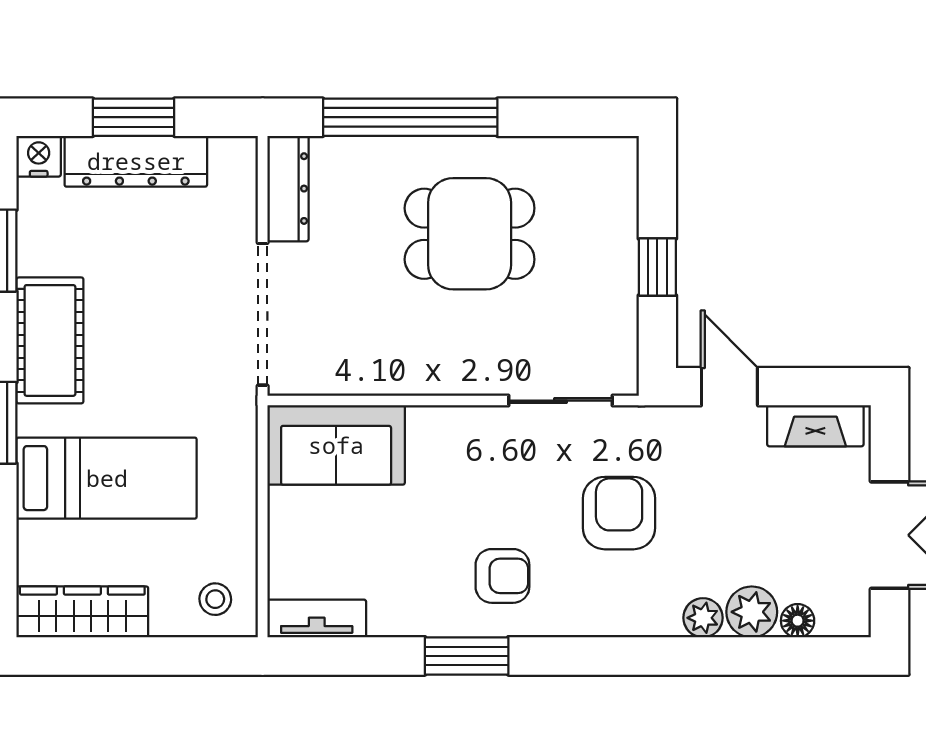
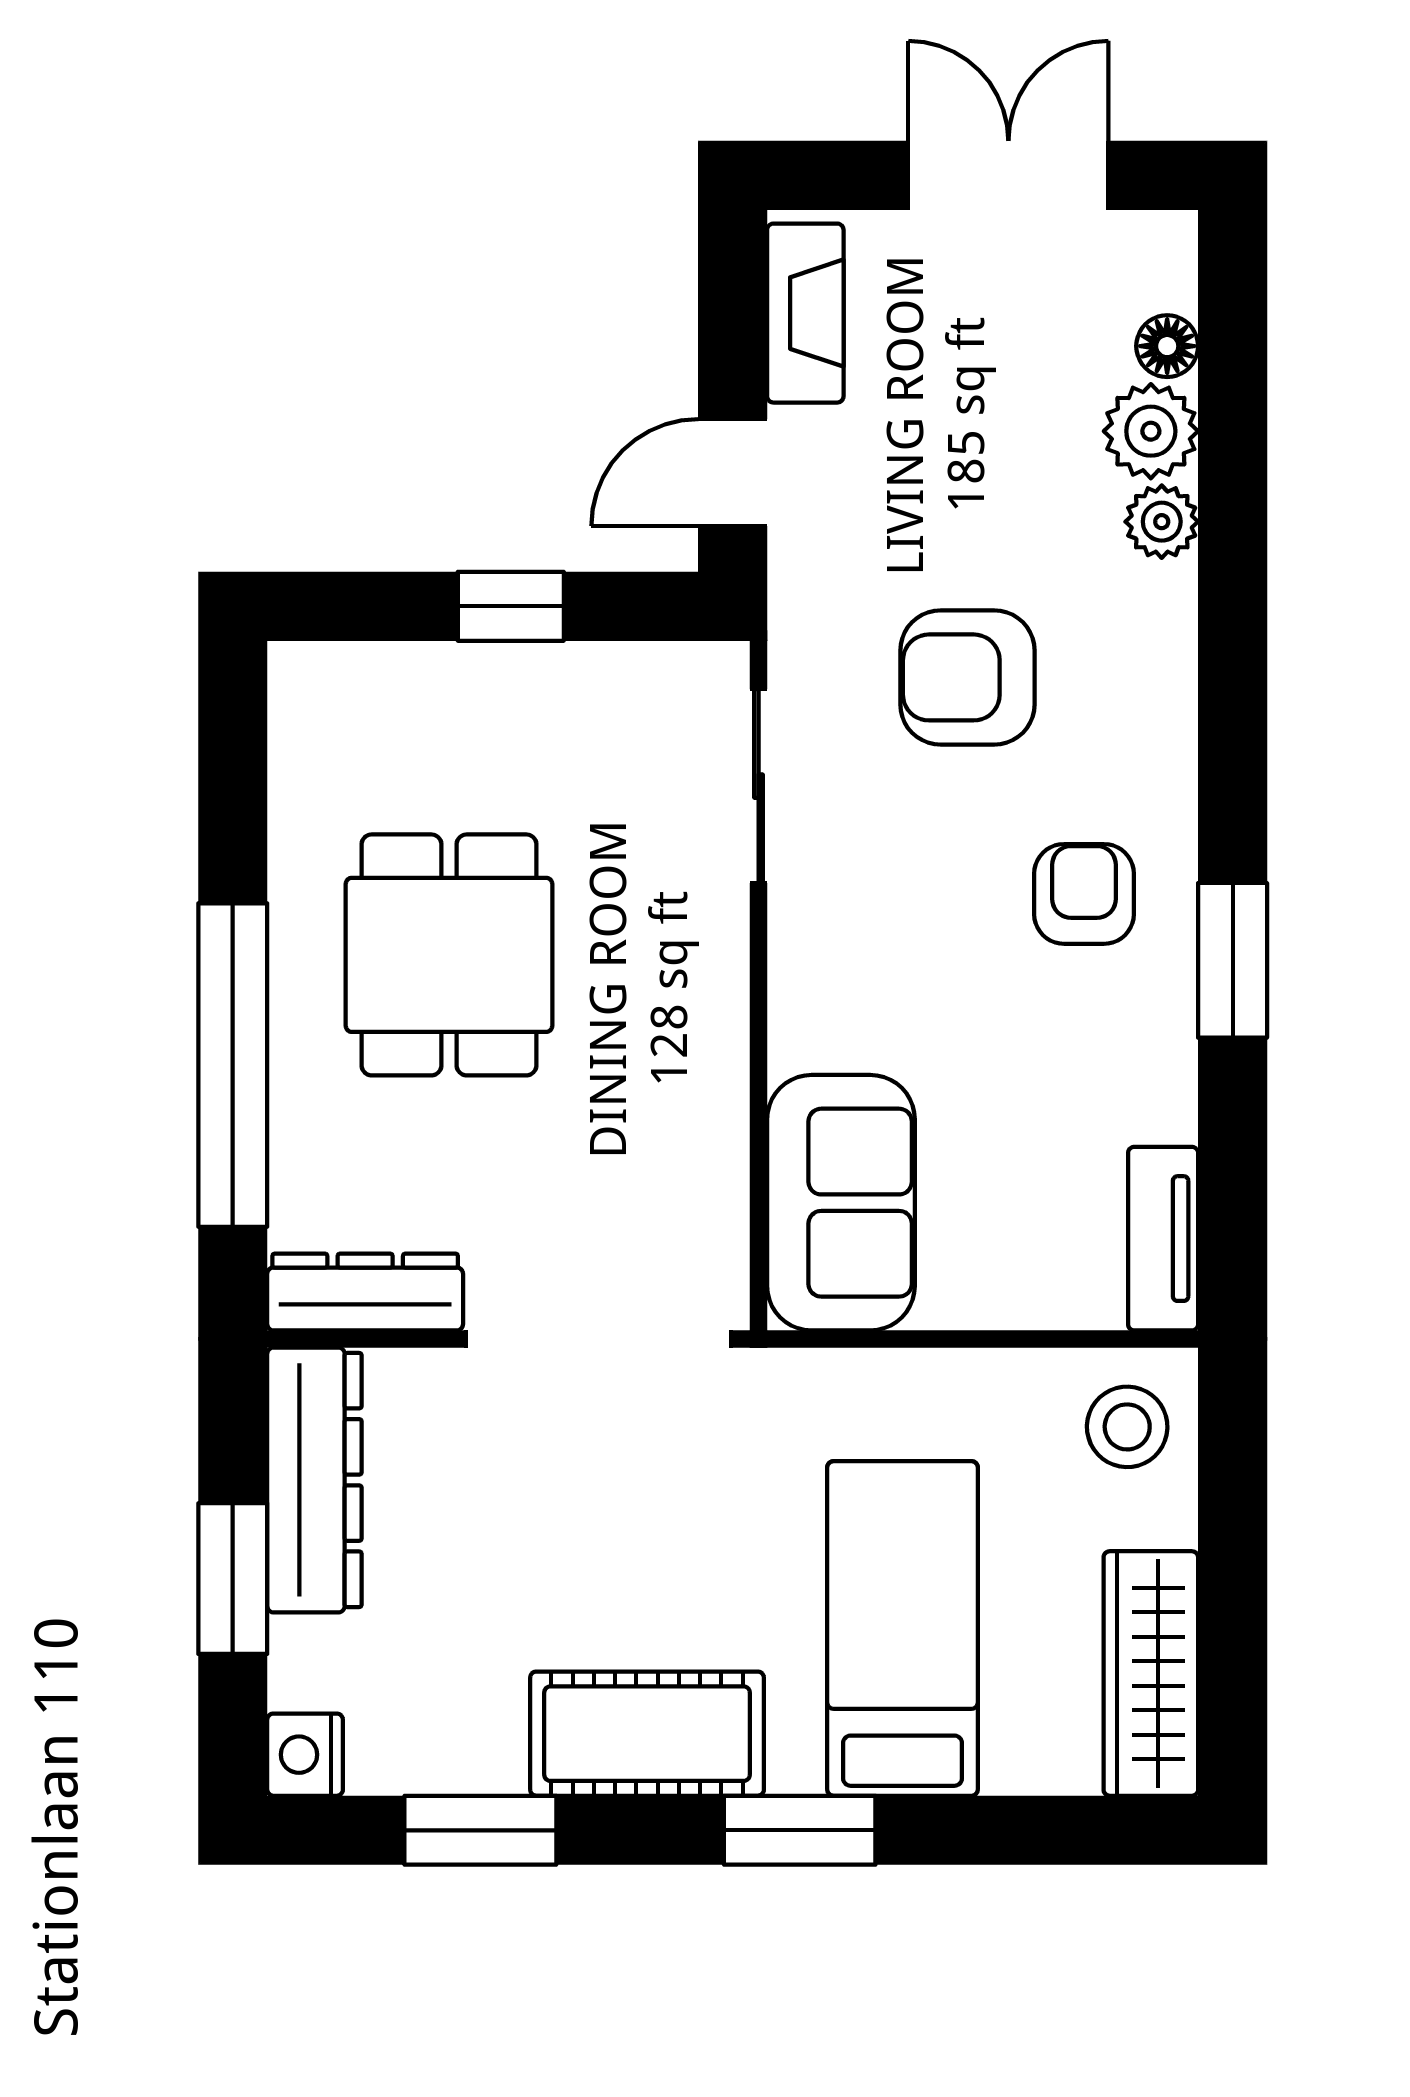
dresser: (136, 161) -> (314, 1480), moved
stool: (215, 599) -> (1127, 1427), width x1.37, depth x1.37

